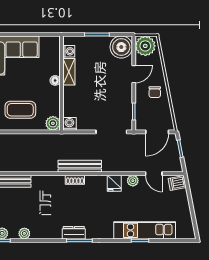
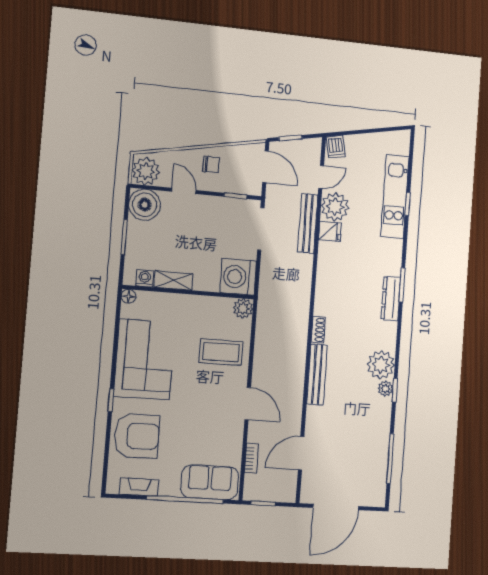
floor lamp: (55, 80) -> (128, 296), moved
coffee table: (20, 110) -> (221, 352), turned 90
washing machine: (69, 124) -> (238, 277), width x1.89, depth x1.89
bench: (80, 166) -> (308, 223), moved
shoe rack: (75, 180) -> (318, 330), moved
plant: (133, 181) -> (335, 207), width x1.88, depth x1.88
plant: (24, 233) -> (381, 365), width x1.87, depth x1.87
dresser: (74, 233) -> (391, 298), width x1.44

